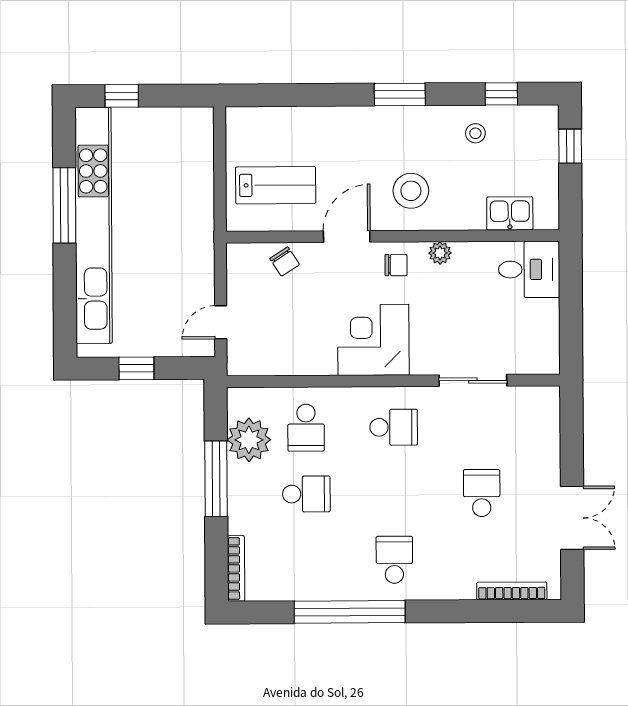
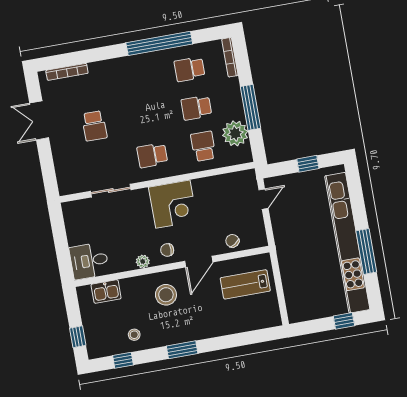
school desk: (394, 560) -> (190, 69), moved, turned 90

